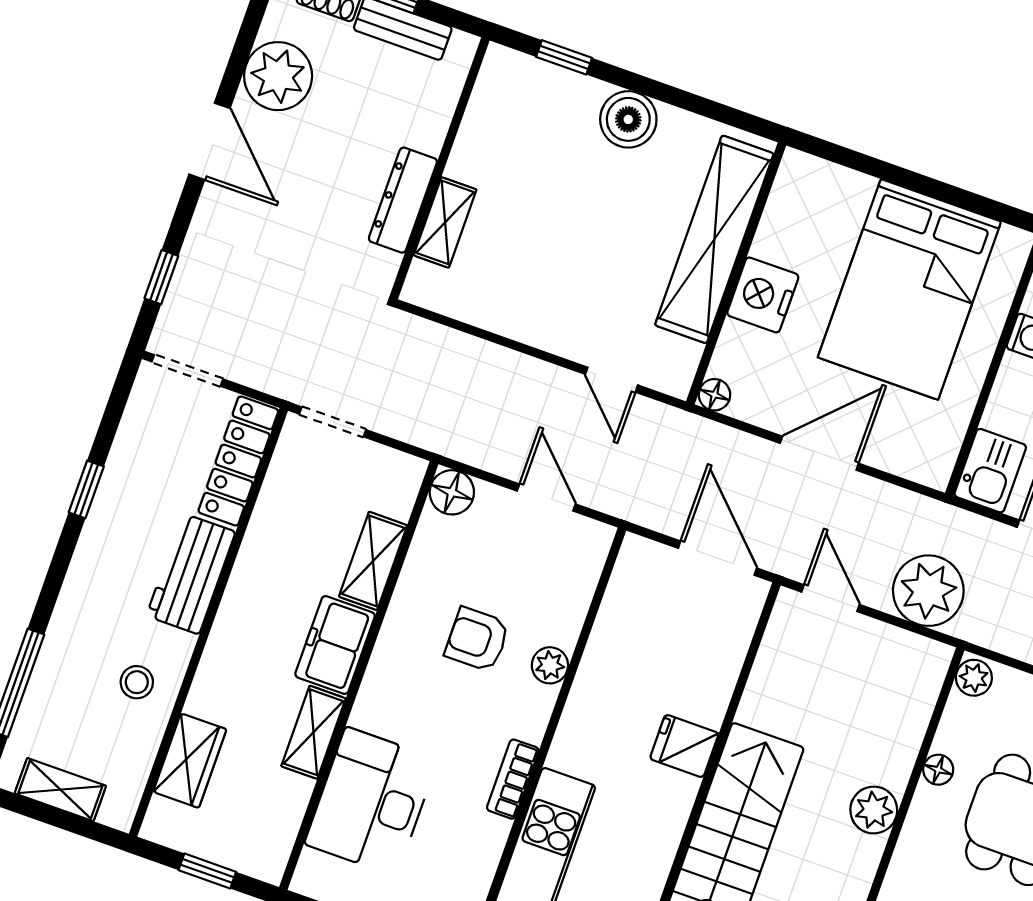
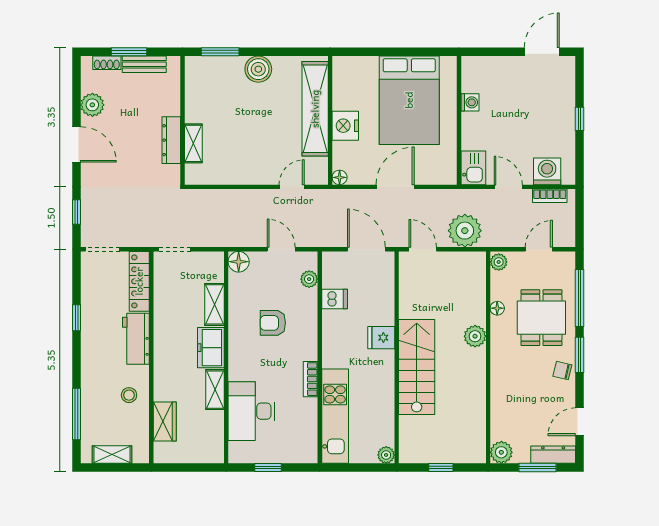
window: (564, 57) -> (220, 52), width x1.50
plant: (278, 76) -> (92, 105), width x0.73, depth x0.73
door: (612, 380) -> (292, 187), swing flipped
dishwasher: (618, 636) -> (335, 299), added
plant: (550, 665) -> (309, 279), moved
window: (207, 871) -> (190, 468), removed

